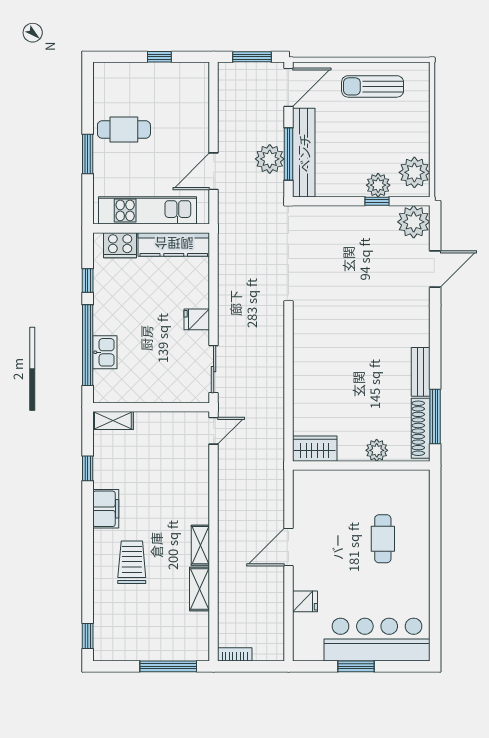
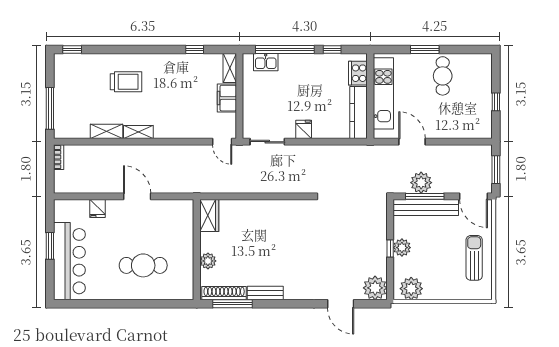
plant: (378, 185) -> (402, 248), moved
window: (377, 201) -> (390, 249), moved
kitchen sink: (105, 352) -> (266, 62), moved
filing cabinet: (106, 509) -> (227, 98), moved, turned 90
cafe table: (383, 539) -> (143, 265), width x1.37, depth x1.35

